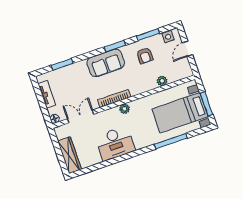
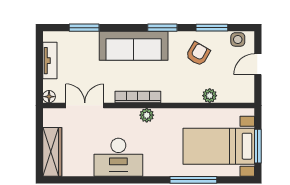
armchair: (145, 56) -> (198, 54), turned -150
sofa: (106, 63) -> (134, 46), width x1.36

